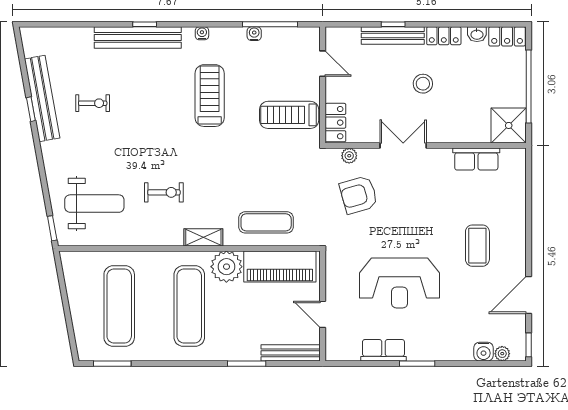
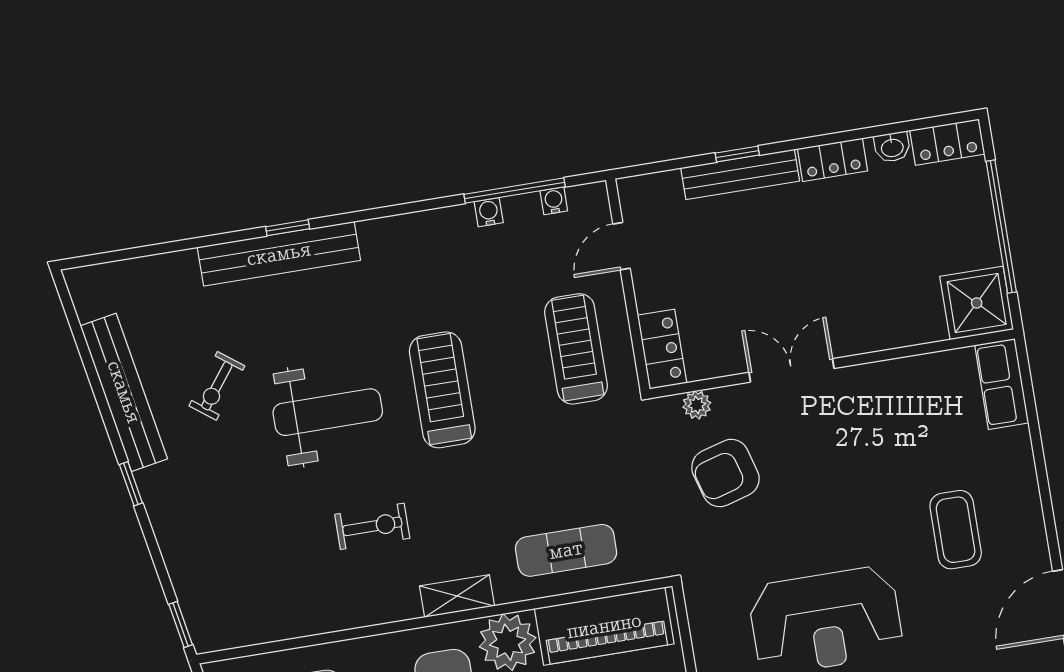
water cooler: (202, 33) -> (554, 201), moved
door: (323, 64) -> (621, 246), swing flipped
stool: (423, 84) -> (809, 253), removed
treadmill: (210, 96) -> (442, 390), moved
exercise bike: (93, 103) -> (217, 386), turned 127
window: (31, 109) -> (131, 484), moved
treadmill: (289, 115) -> (576, 349), turned 90
row of seats: (476, 159) -> (1002, 384), moved, turned 90
weight bench: (94, 204) -> (328, 412), moved

